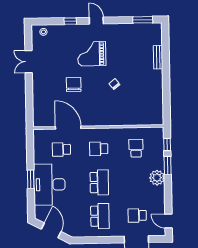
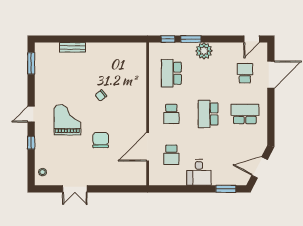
grand piano: (92, 54) -> (67, 120), turned 180
chair: (74, 85) -> (101, 140), turned 90
school desk: (136, 148) -> (171, 73), width x1.85
window: (31, 179) -> (226, 189), moved
school desk: (99, 182) -> (208, 114), turned -90
desk: (49, 185) -> (199, 172), width x0.53, depth x0.77
school desk: (137, 215) -> (245, 73), turned 180

